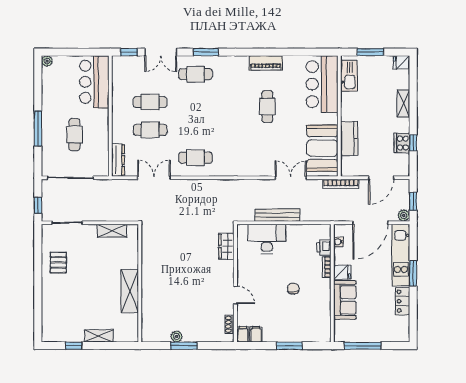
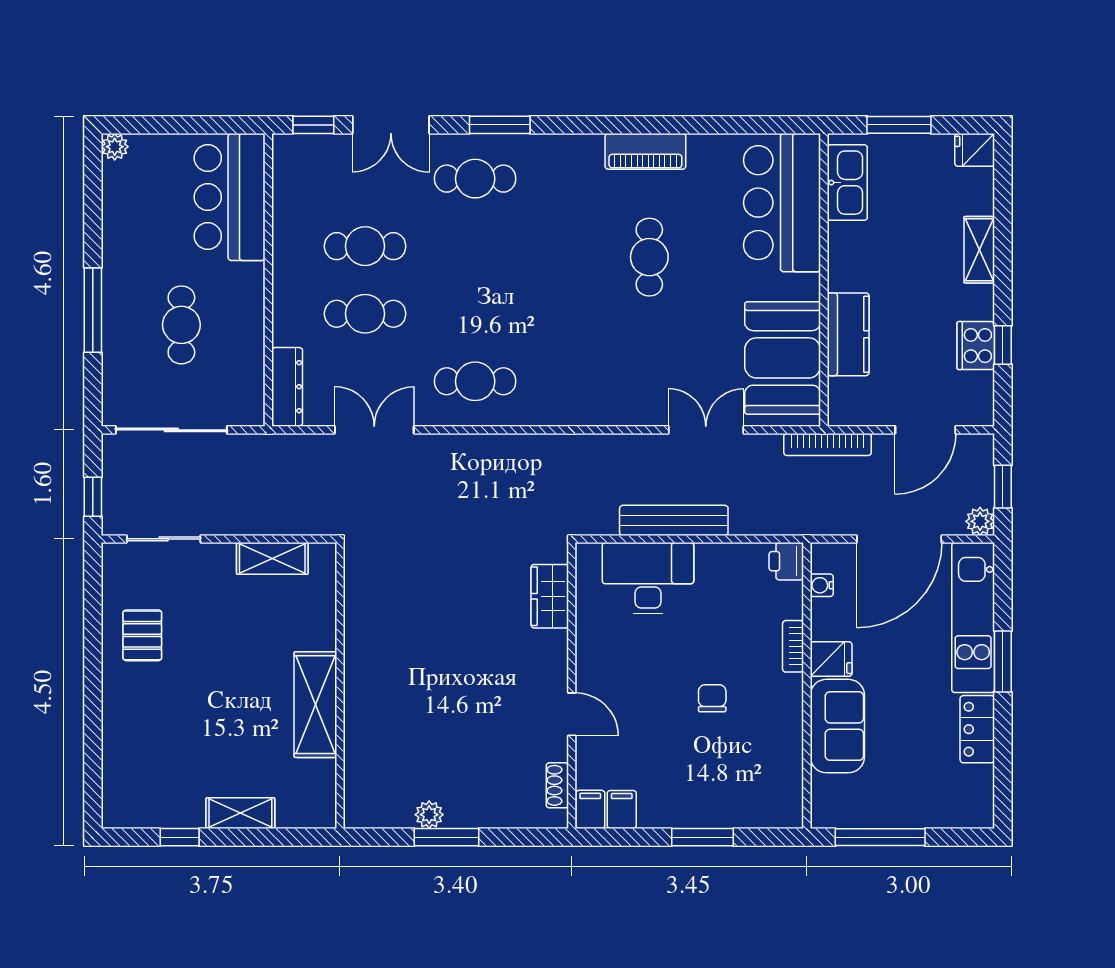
printer: (324, 247) -> (786, 561), moved

